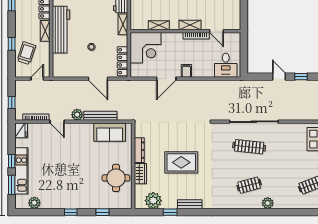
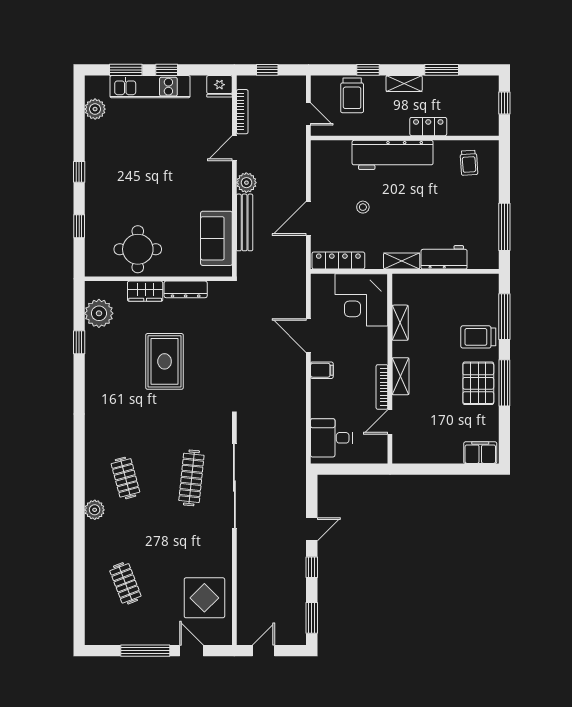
shelving: (45, 31) -> (404, 84), moved
trolley: (26, 53) -> (352, 95), turned 72
bench: (190, 204) -> (93, 376), removed

